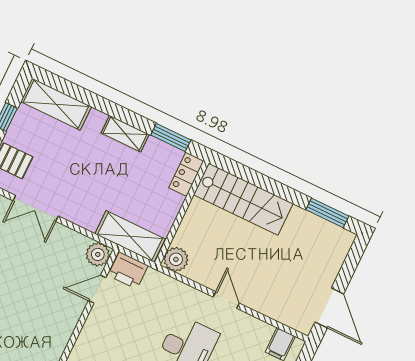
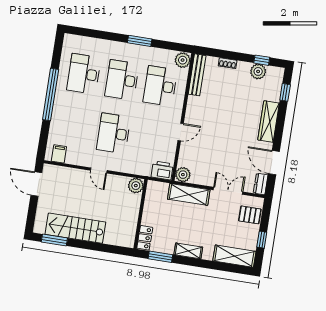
stairs: (243, 199) -> (75, 228), moved
shelving: (130, 236) -> (189, 194), moved
door: (97, 289) -> (181, 132), moved

